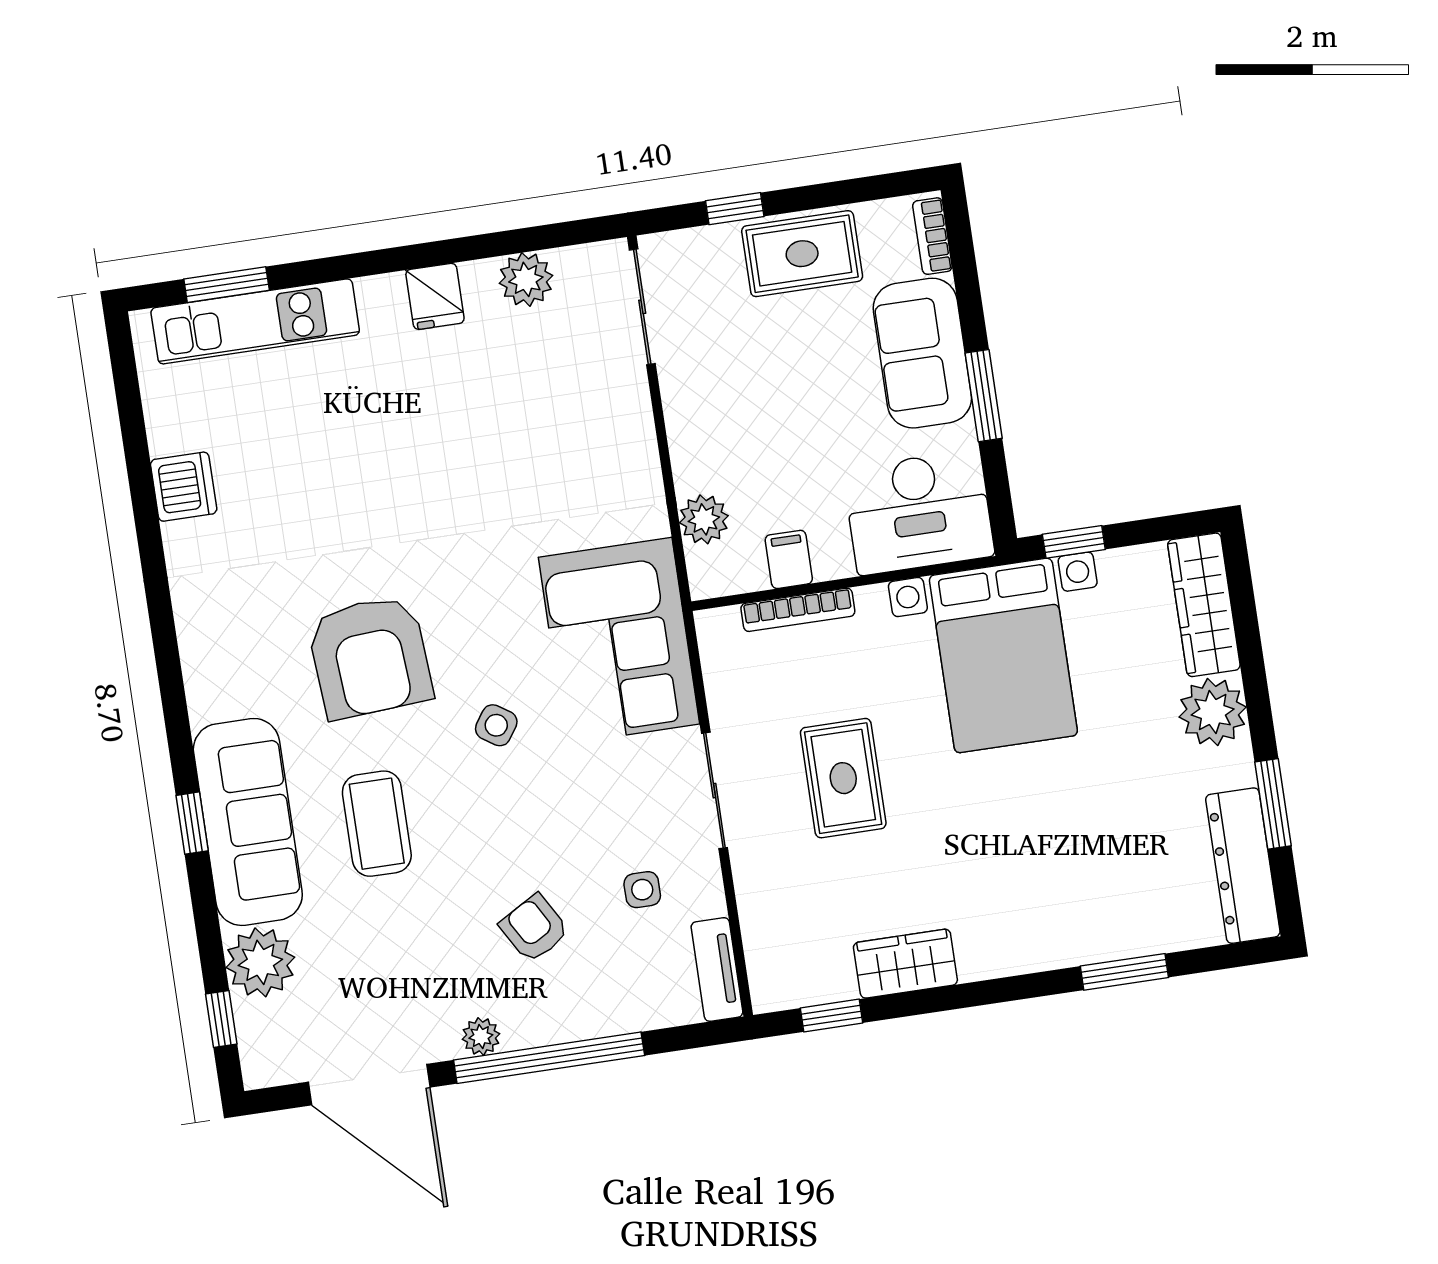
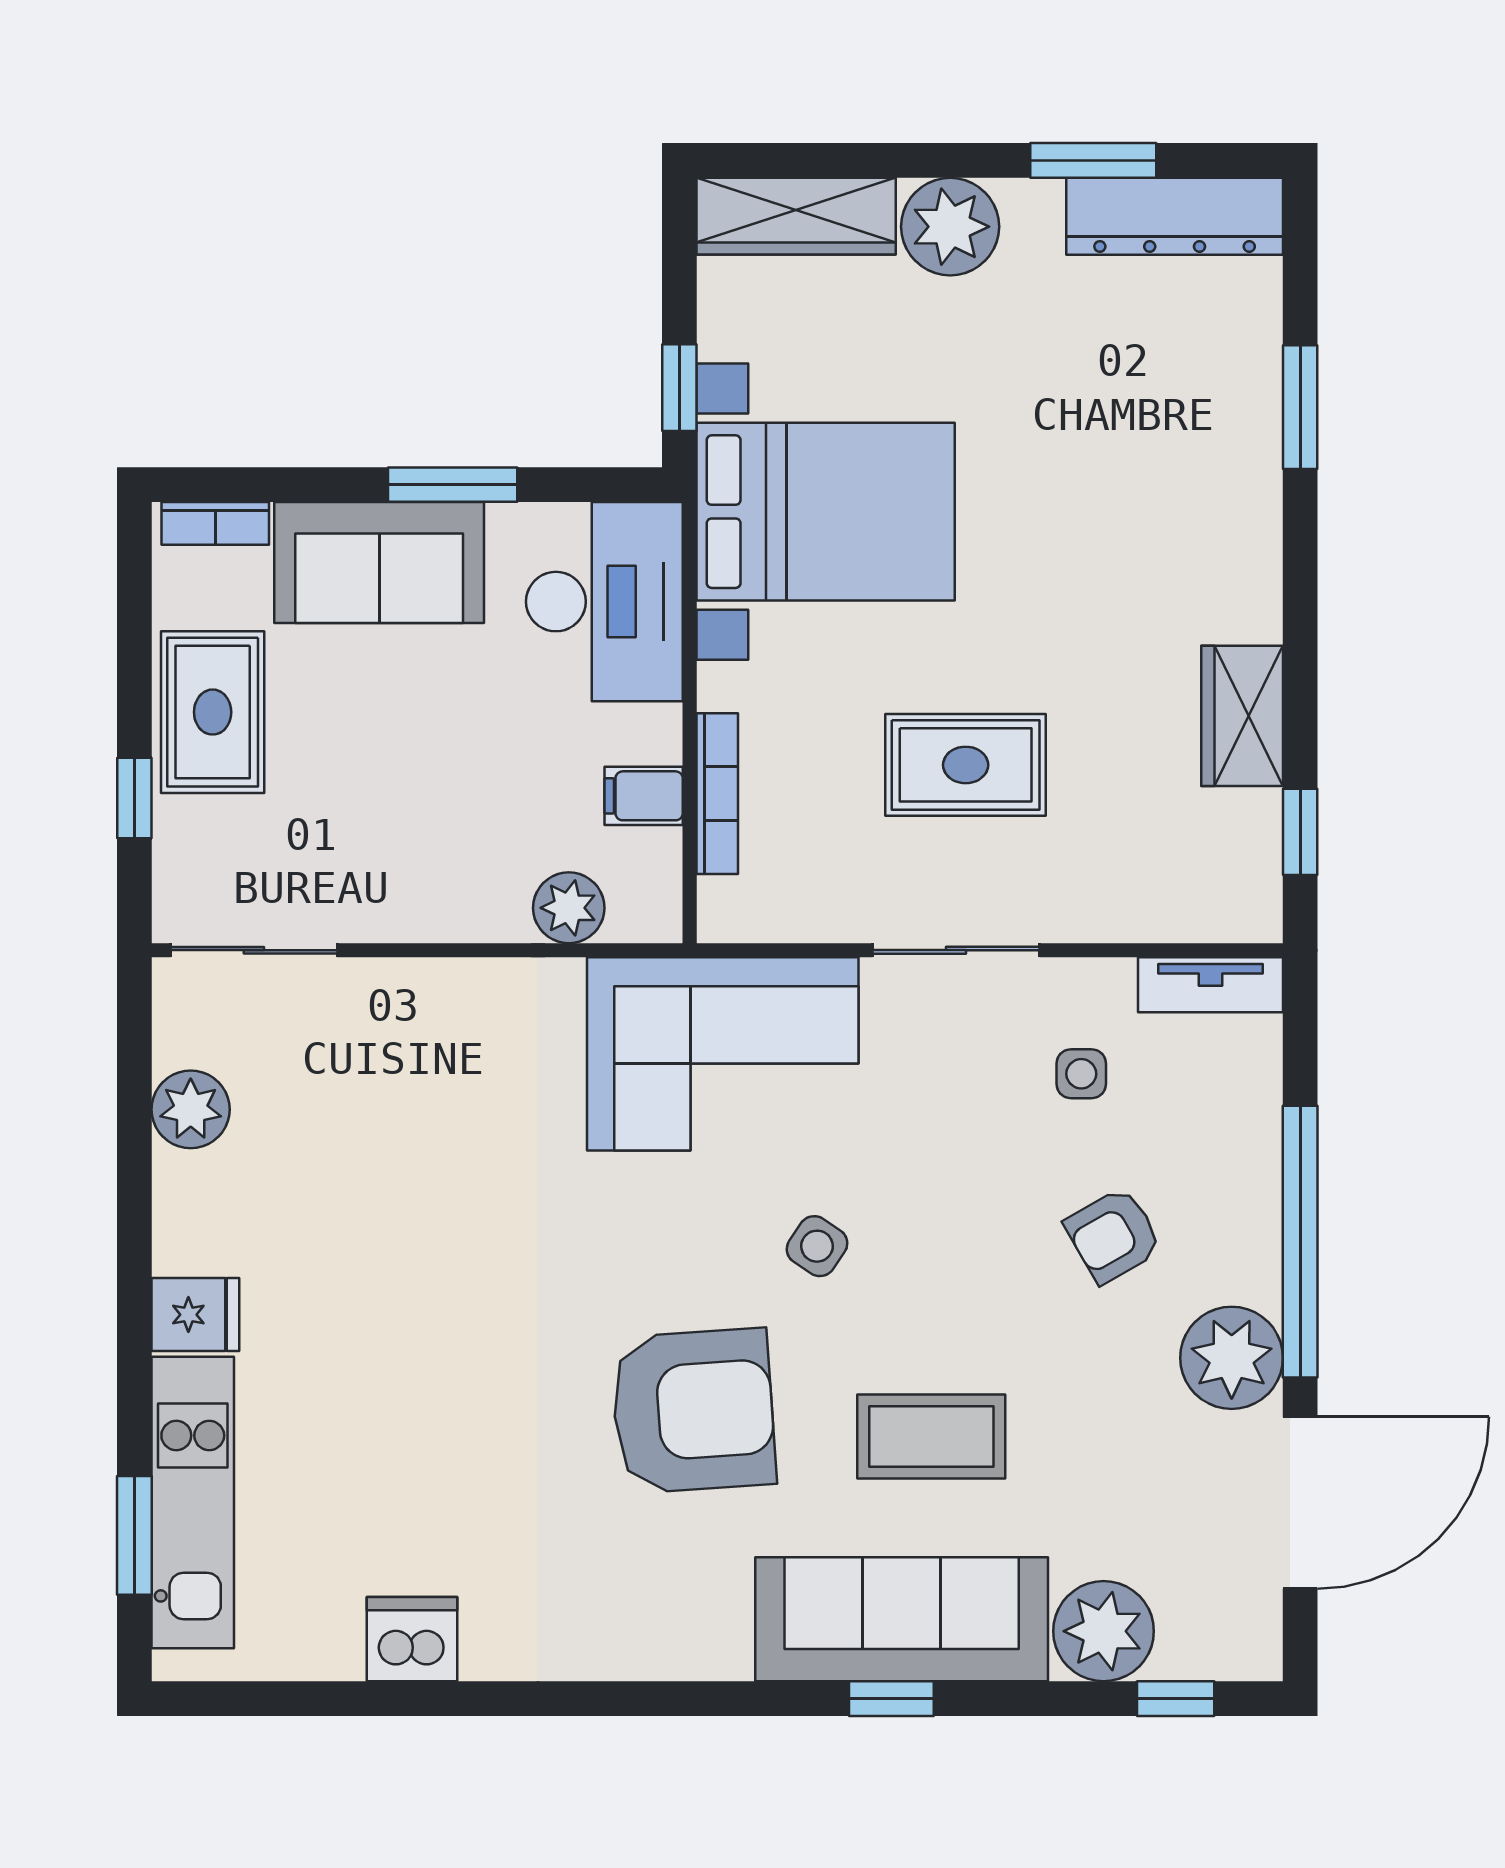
fridge: (435, 296) -> (195, 1315), moved
plant: (481, 1037) -> (1232, 1358), width x1.87, depth x1.87

